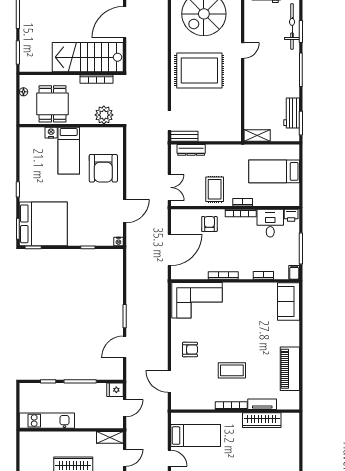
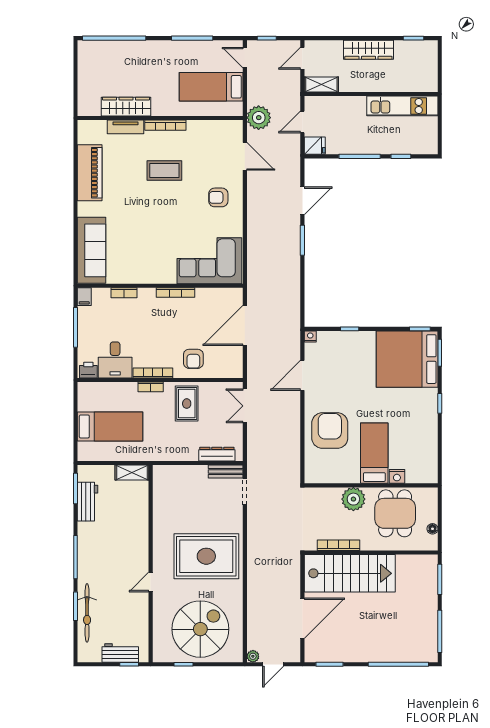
plant: (104, 115) -> (353, 499), moved
sofa: (289, 302) -> (92, 250), width x1.36
plant: (159, 412) -> (259, 118), added

